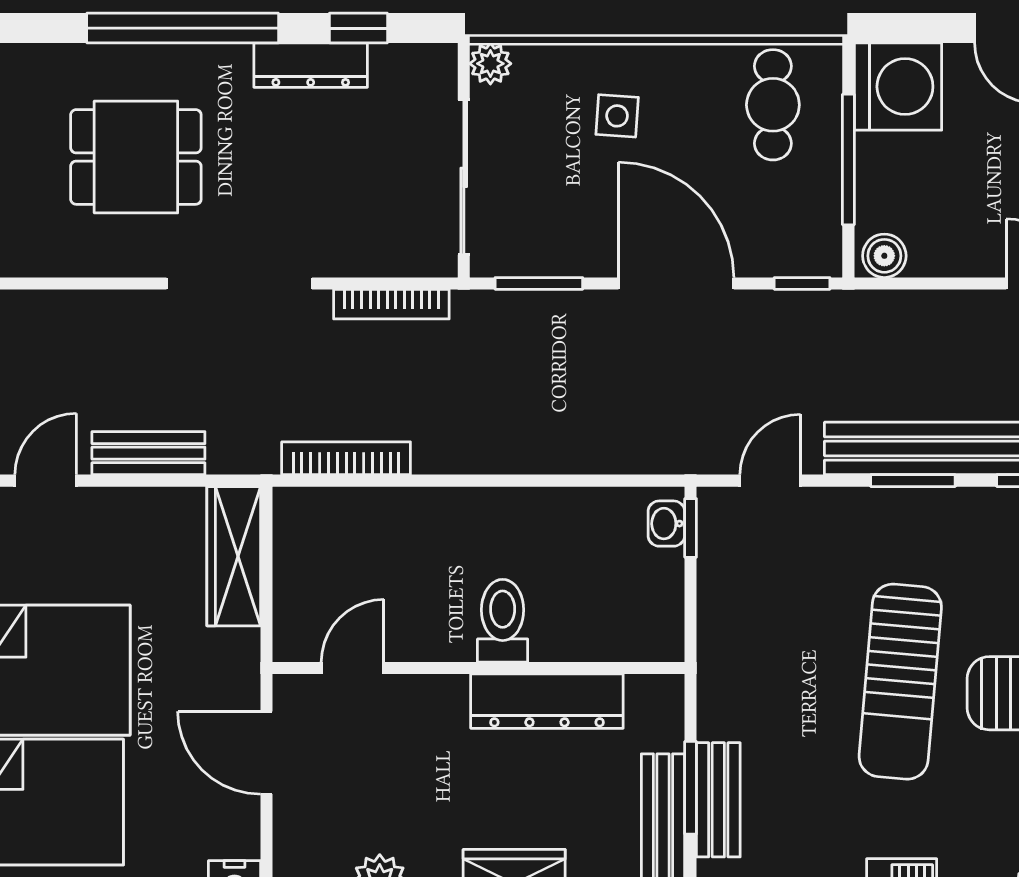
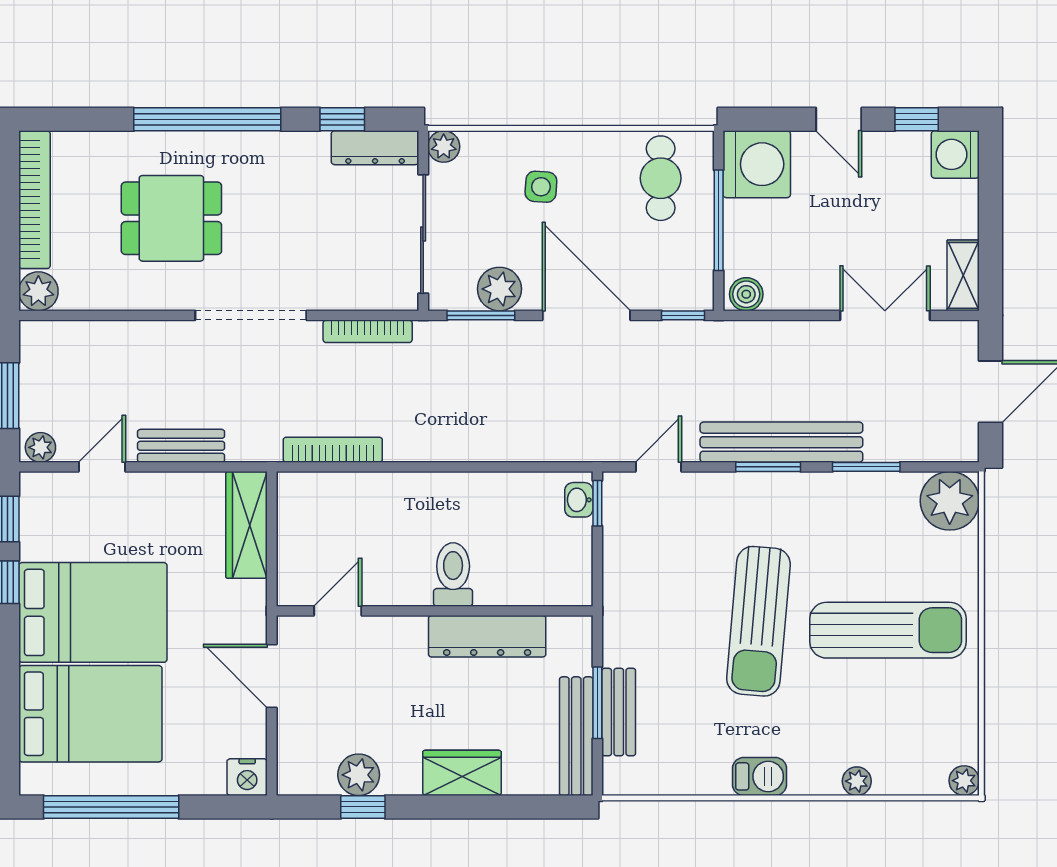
dresser: (311, 65) -> (375, 148), moved
plant: (563, 249) -> (499, 289), added

